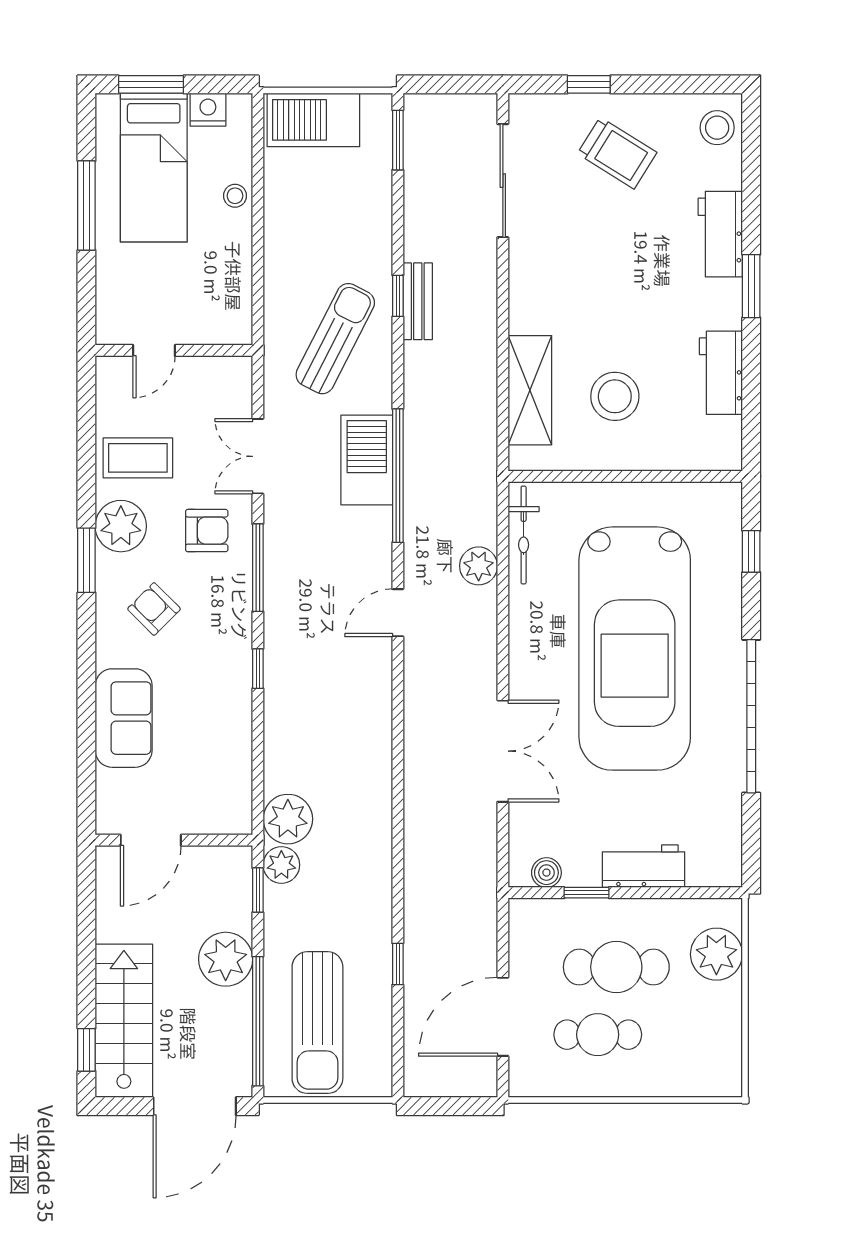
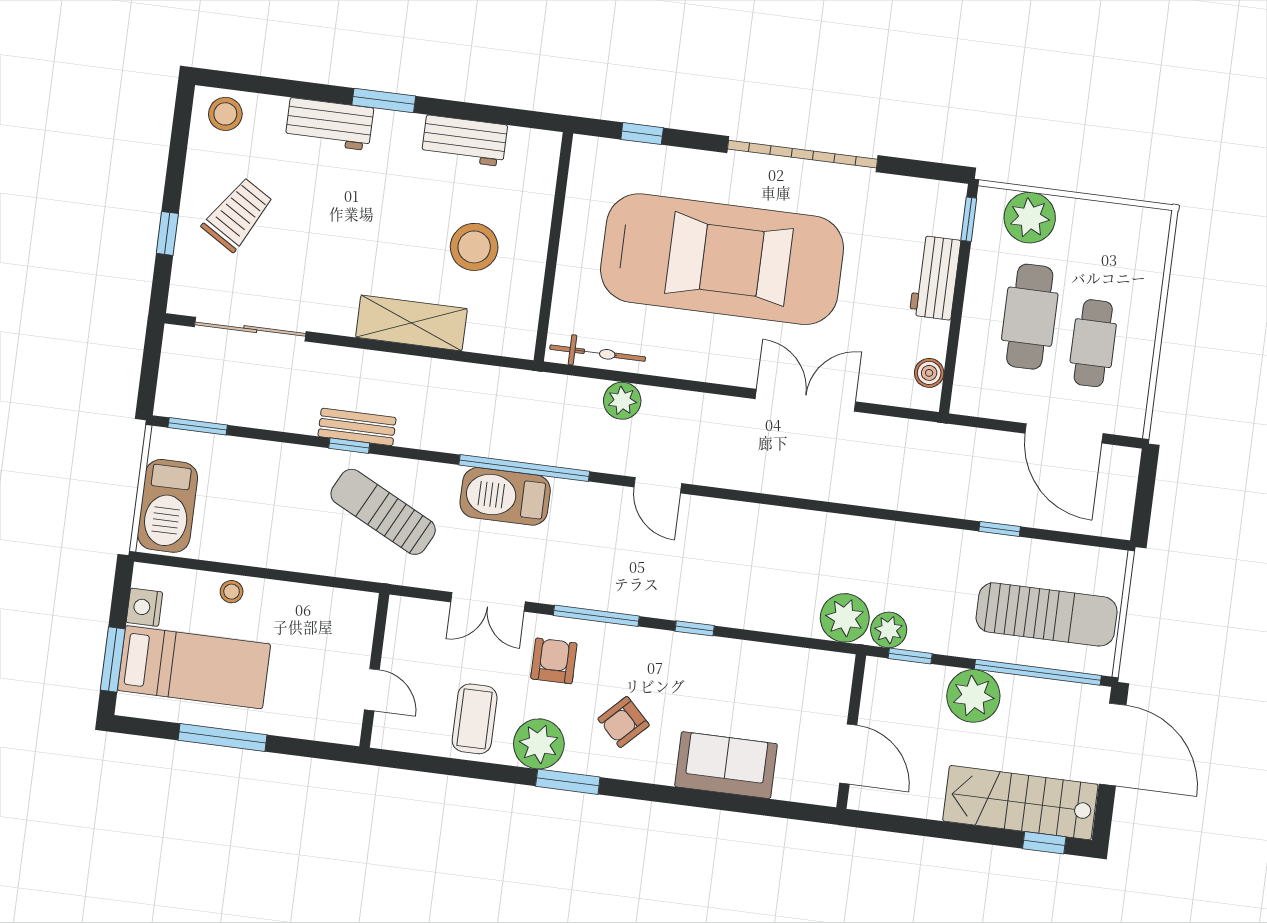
shelving: (530, 390) -> (411, 323), moved
window: (587, 893) -> (969, 219), moved

